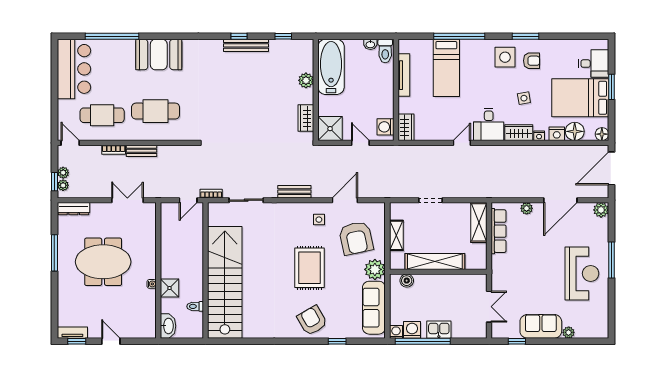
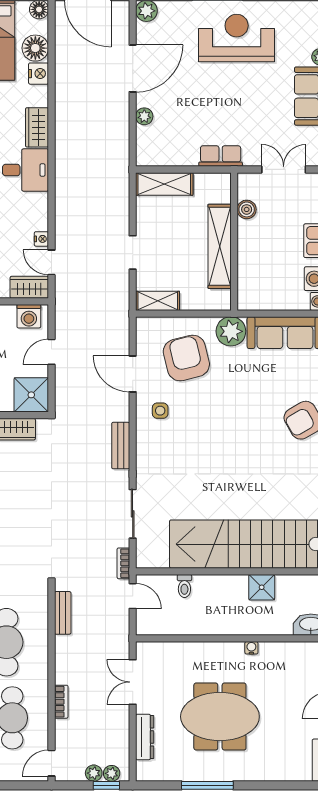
nightstand: (539, 136) -> (41, 239), moved
door: (462, 143) -> (51, 262), moved
bench: (142, 151) -> (63, 613), moved
door: (560, 200) -> (133, 68), hinge flipped
dresser: (73, 209) -> (145, 737), moved
row of seats: (499, 231) -> (221, 156), moved, width x0.68
shelving: (396, 235) -> (158, 301), moved
armchair: (356, 238) -> (186, 358), turned -92
meeting table: (103, 262) -> (220, 717), turned 90
rug: (310, 268) -> (229, 424), removed
boiler: (407, 281) -> (247, 209), moved
shower: (170, 288) -> (262, 587), moved
toilet: (195, 306) -> (184, 586), moved

